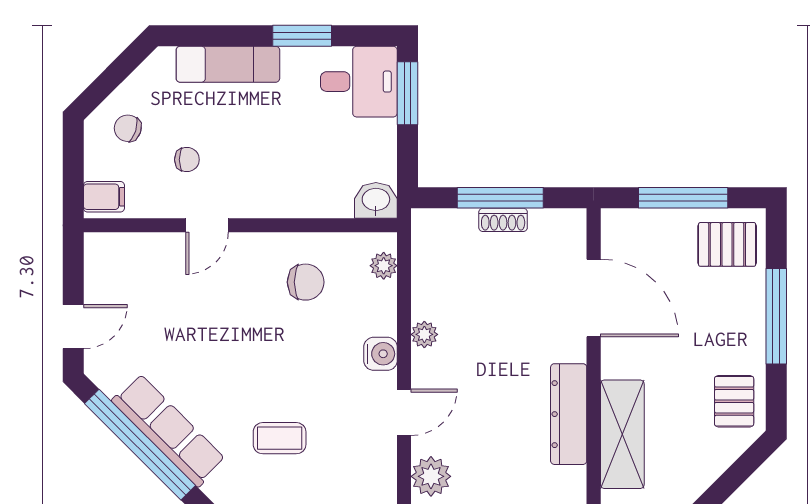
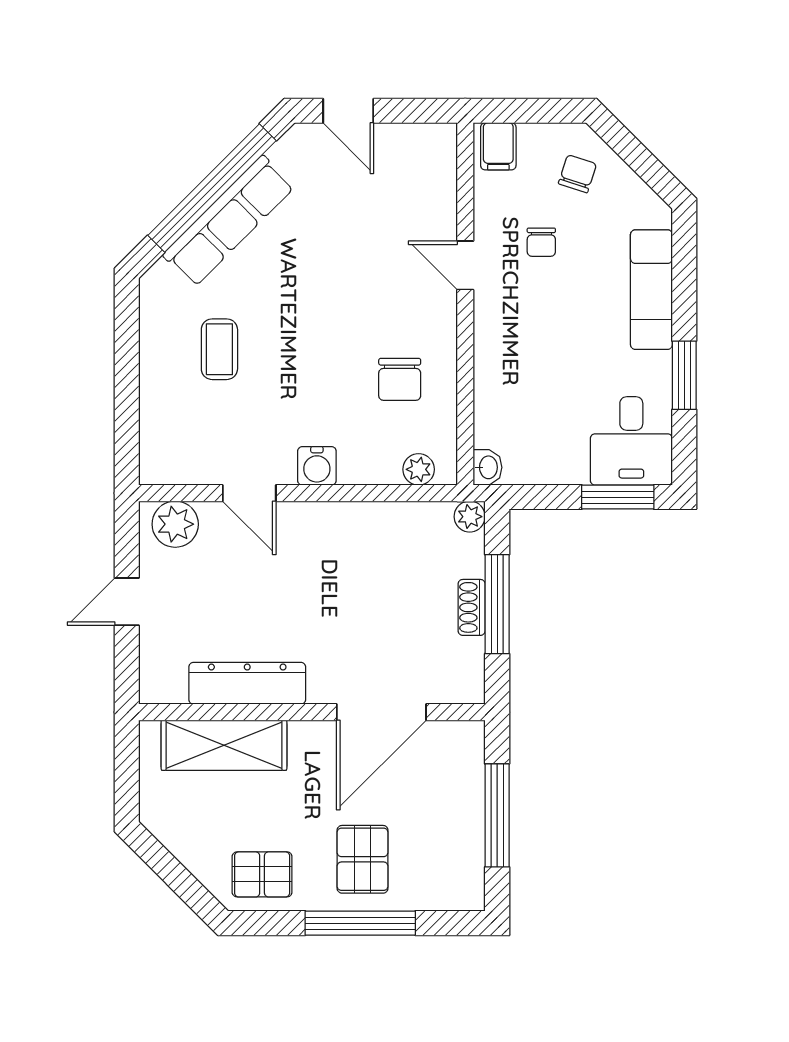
washbasin: (376, 200) -> (488, 467), width x0.72, depth x0.69
pallet: (727, 244) -> (363, 859), moved
plant: (424, 334) -> (470, 517), moved

